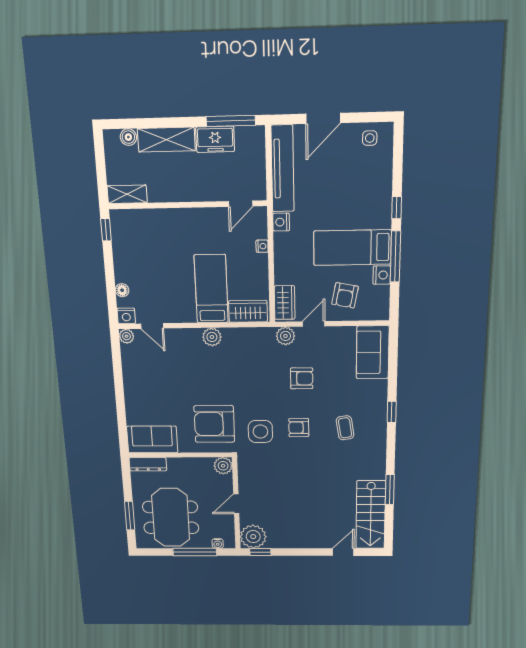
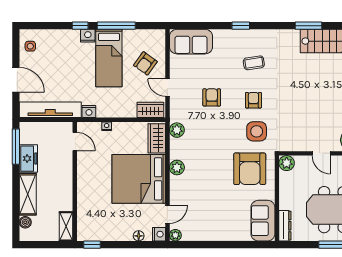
nightstand: (382, 275) -> (88, 36), moved
bed: (211, 289) -> (139, 179), width x2.04
armchair: (345, 295) -> (145, 63), turned 115
plant: (285, 336) -> (177, 130), moved
armchair: (299, 428) -> (253, 100), turned 180

